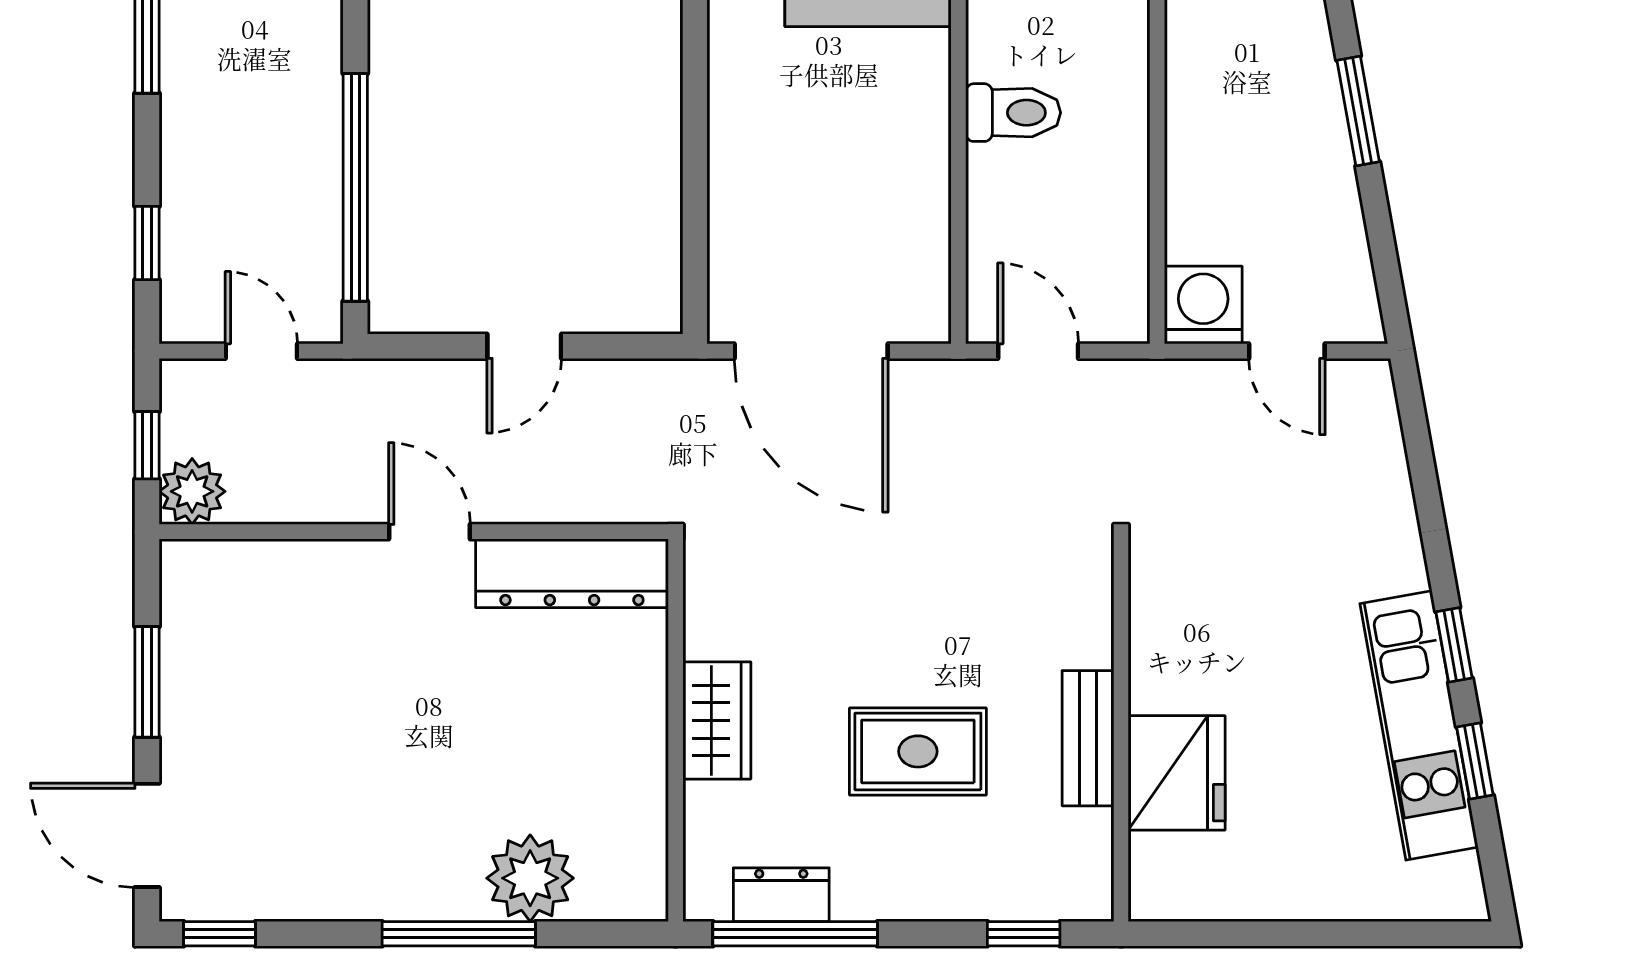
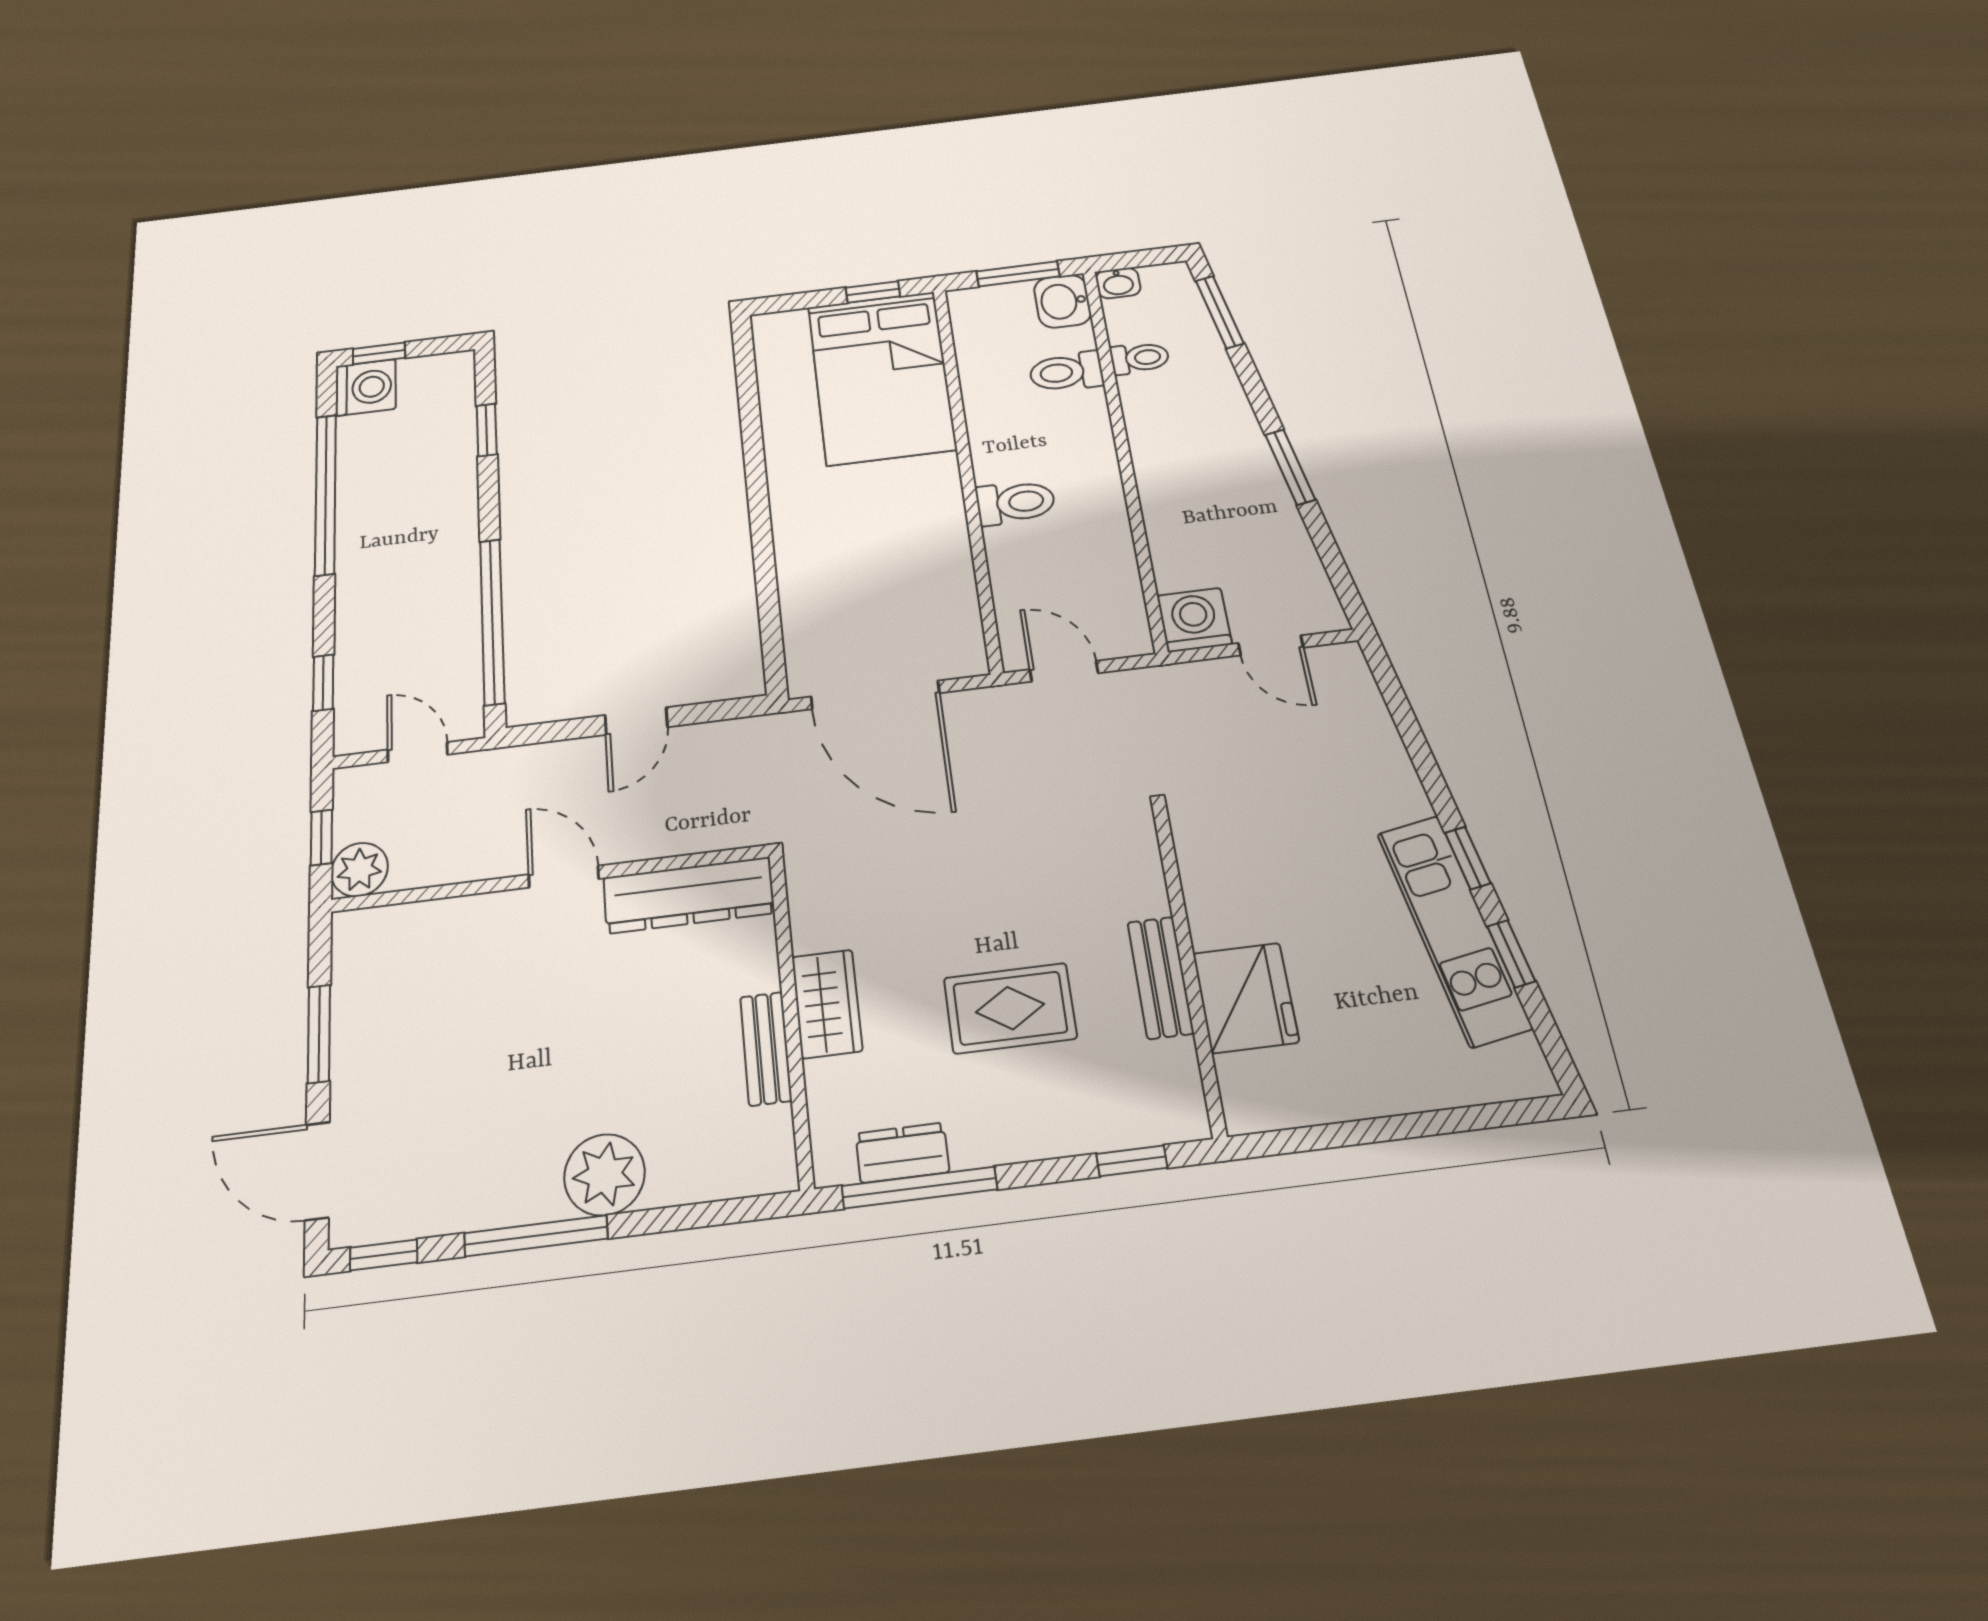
bench: (645, 762) -> (766, 1049), added
plant: (530, 878) -> (604, 1175), moved
window: (459, 934) -> (536, 1236), moved

